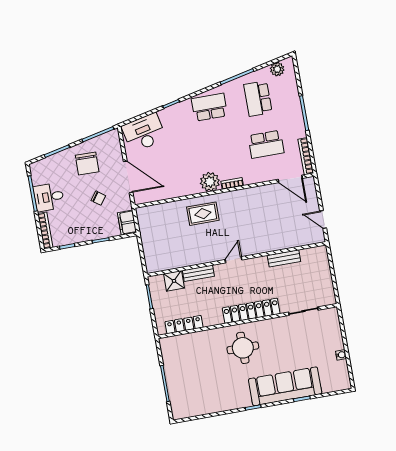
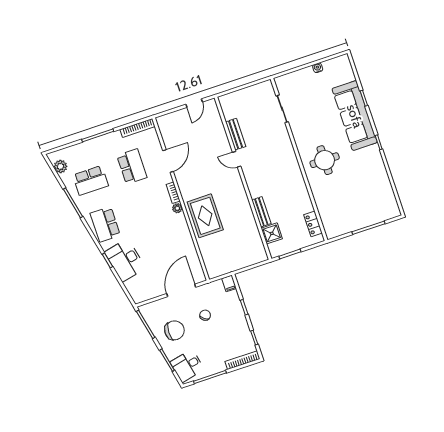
desk: (144, 133) -> (125, 260), moved
door: (290, 179) -> (168, 161), moved
plant: (210, 182) -> (177, 208), width x0.53, depth x0.53
desk: (49, 197) -> (187, 366), moved, turned 78
rug: (203, 214) -> (205, 216), width x1.36, depth x1.43
filing cabinet: (127, 223) -> (229, 283), width x0.50
door: (233, 260) -> (237, 159), moved
locker: (251, 311) -> (289, 157), removed
locker: (184, 325) -> (313, 224), width x0.66

